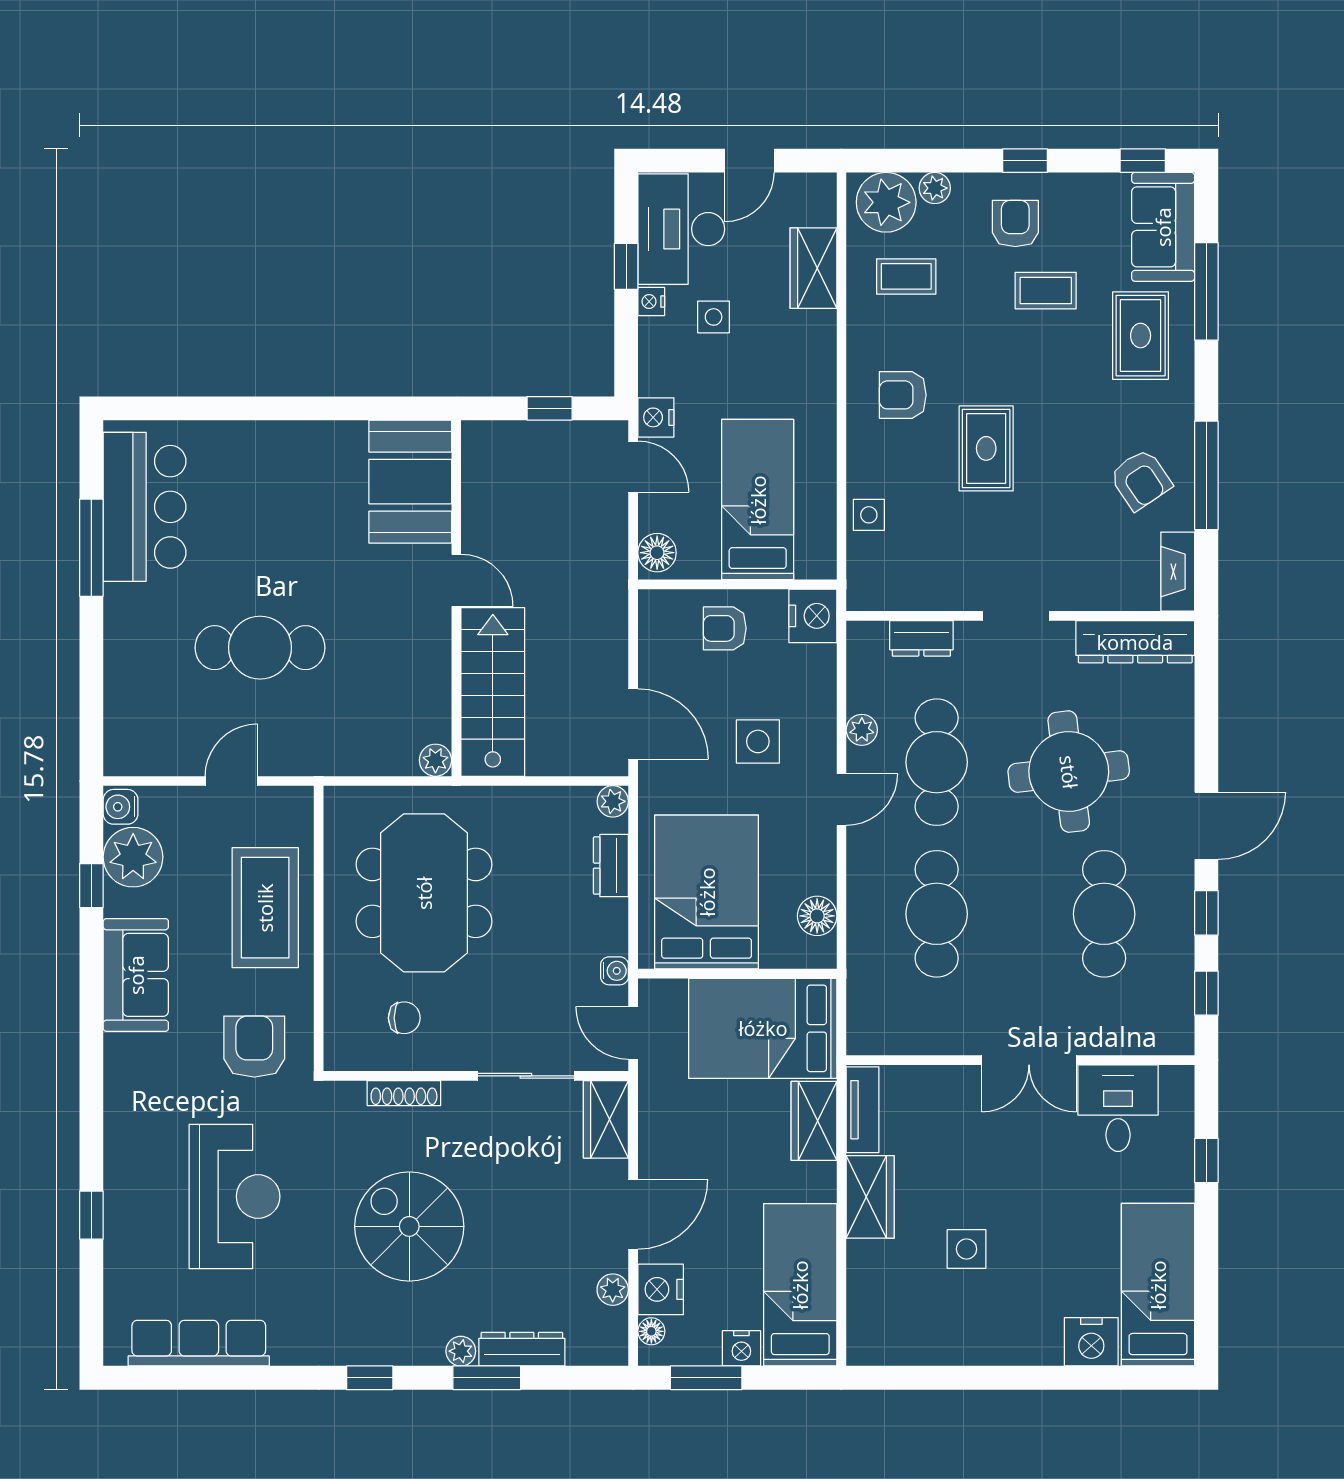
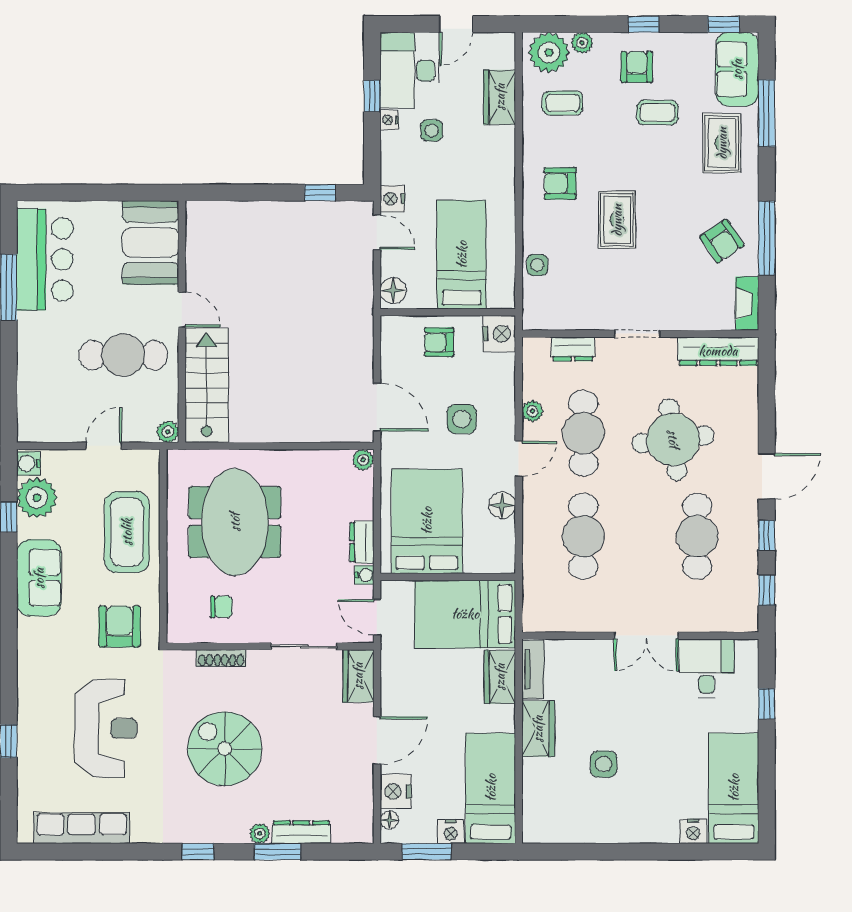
booth: (410, 482) -> (151, 242), moved
door: (456, 580) -> (182, 309), moved
wall: (456, 598) -> (182, 322), moved
stairs: (493, 692) -> (207, 385), moved
plant: (435, 760) -> (168, 432), moved
dresser: (611, 866) -> (362, 542), moved
floor lamp: (817, 916) -> (502, 505), moved
plant: (613, 1290) -> (363, 792), removed
nightstand: (1091, 1342) -> (693, 831), width x0.74, depth x0.75

